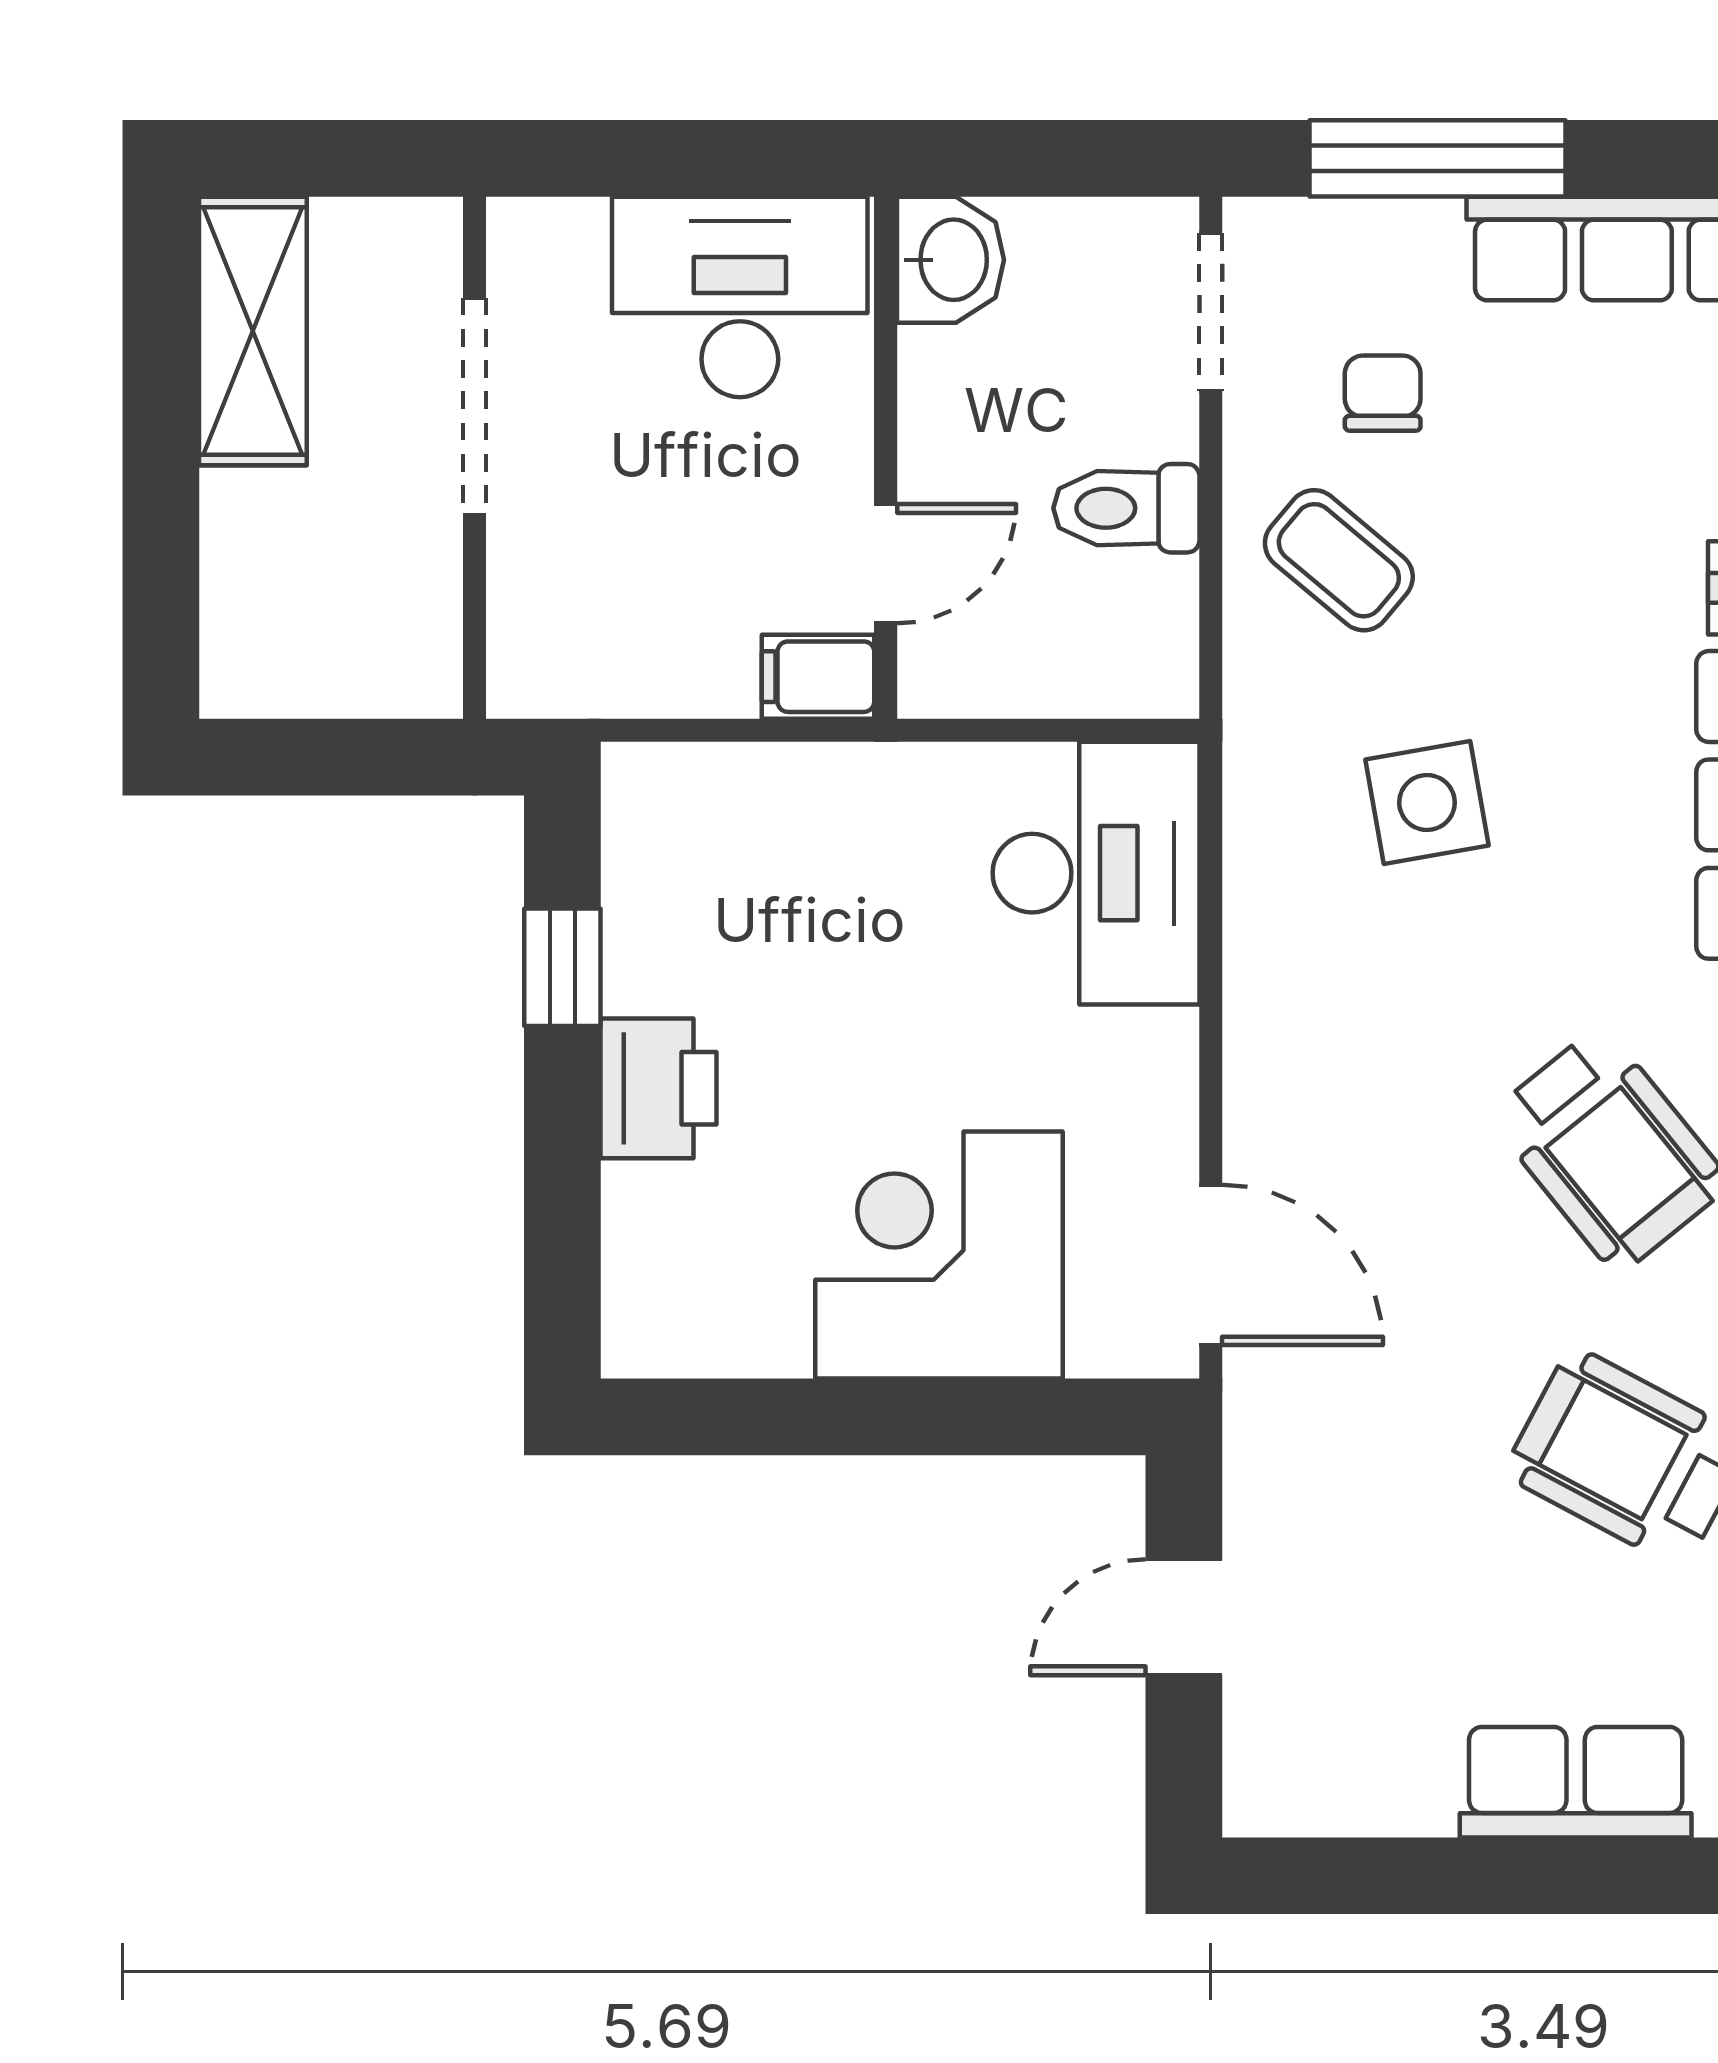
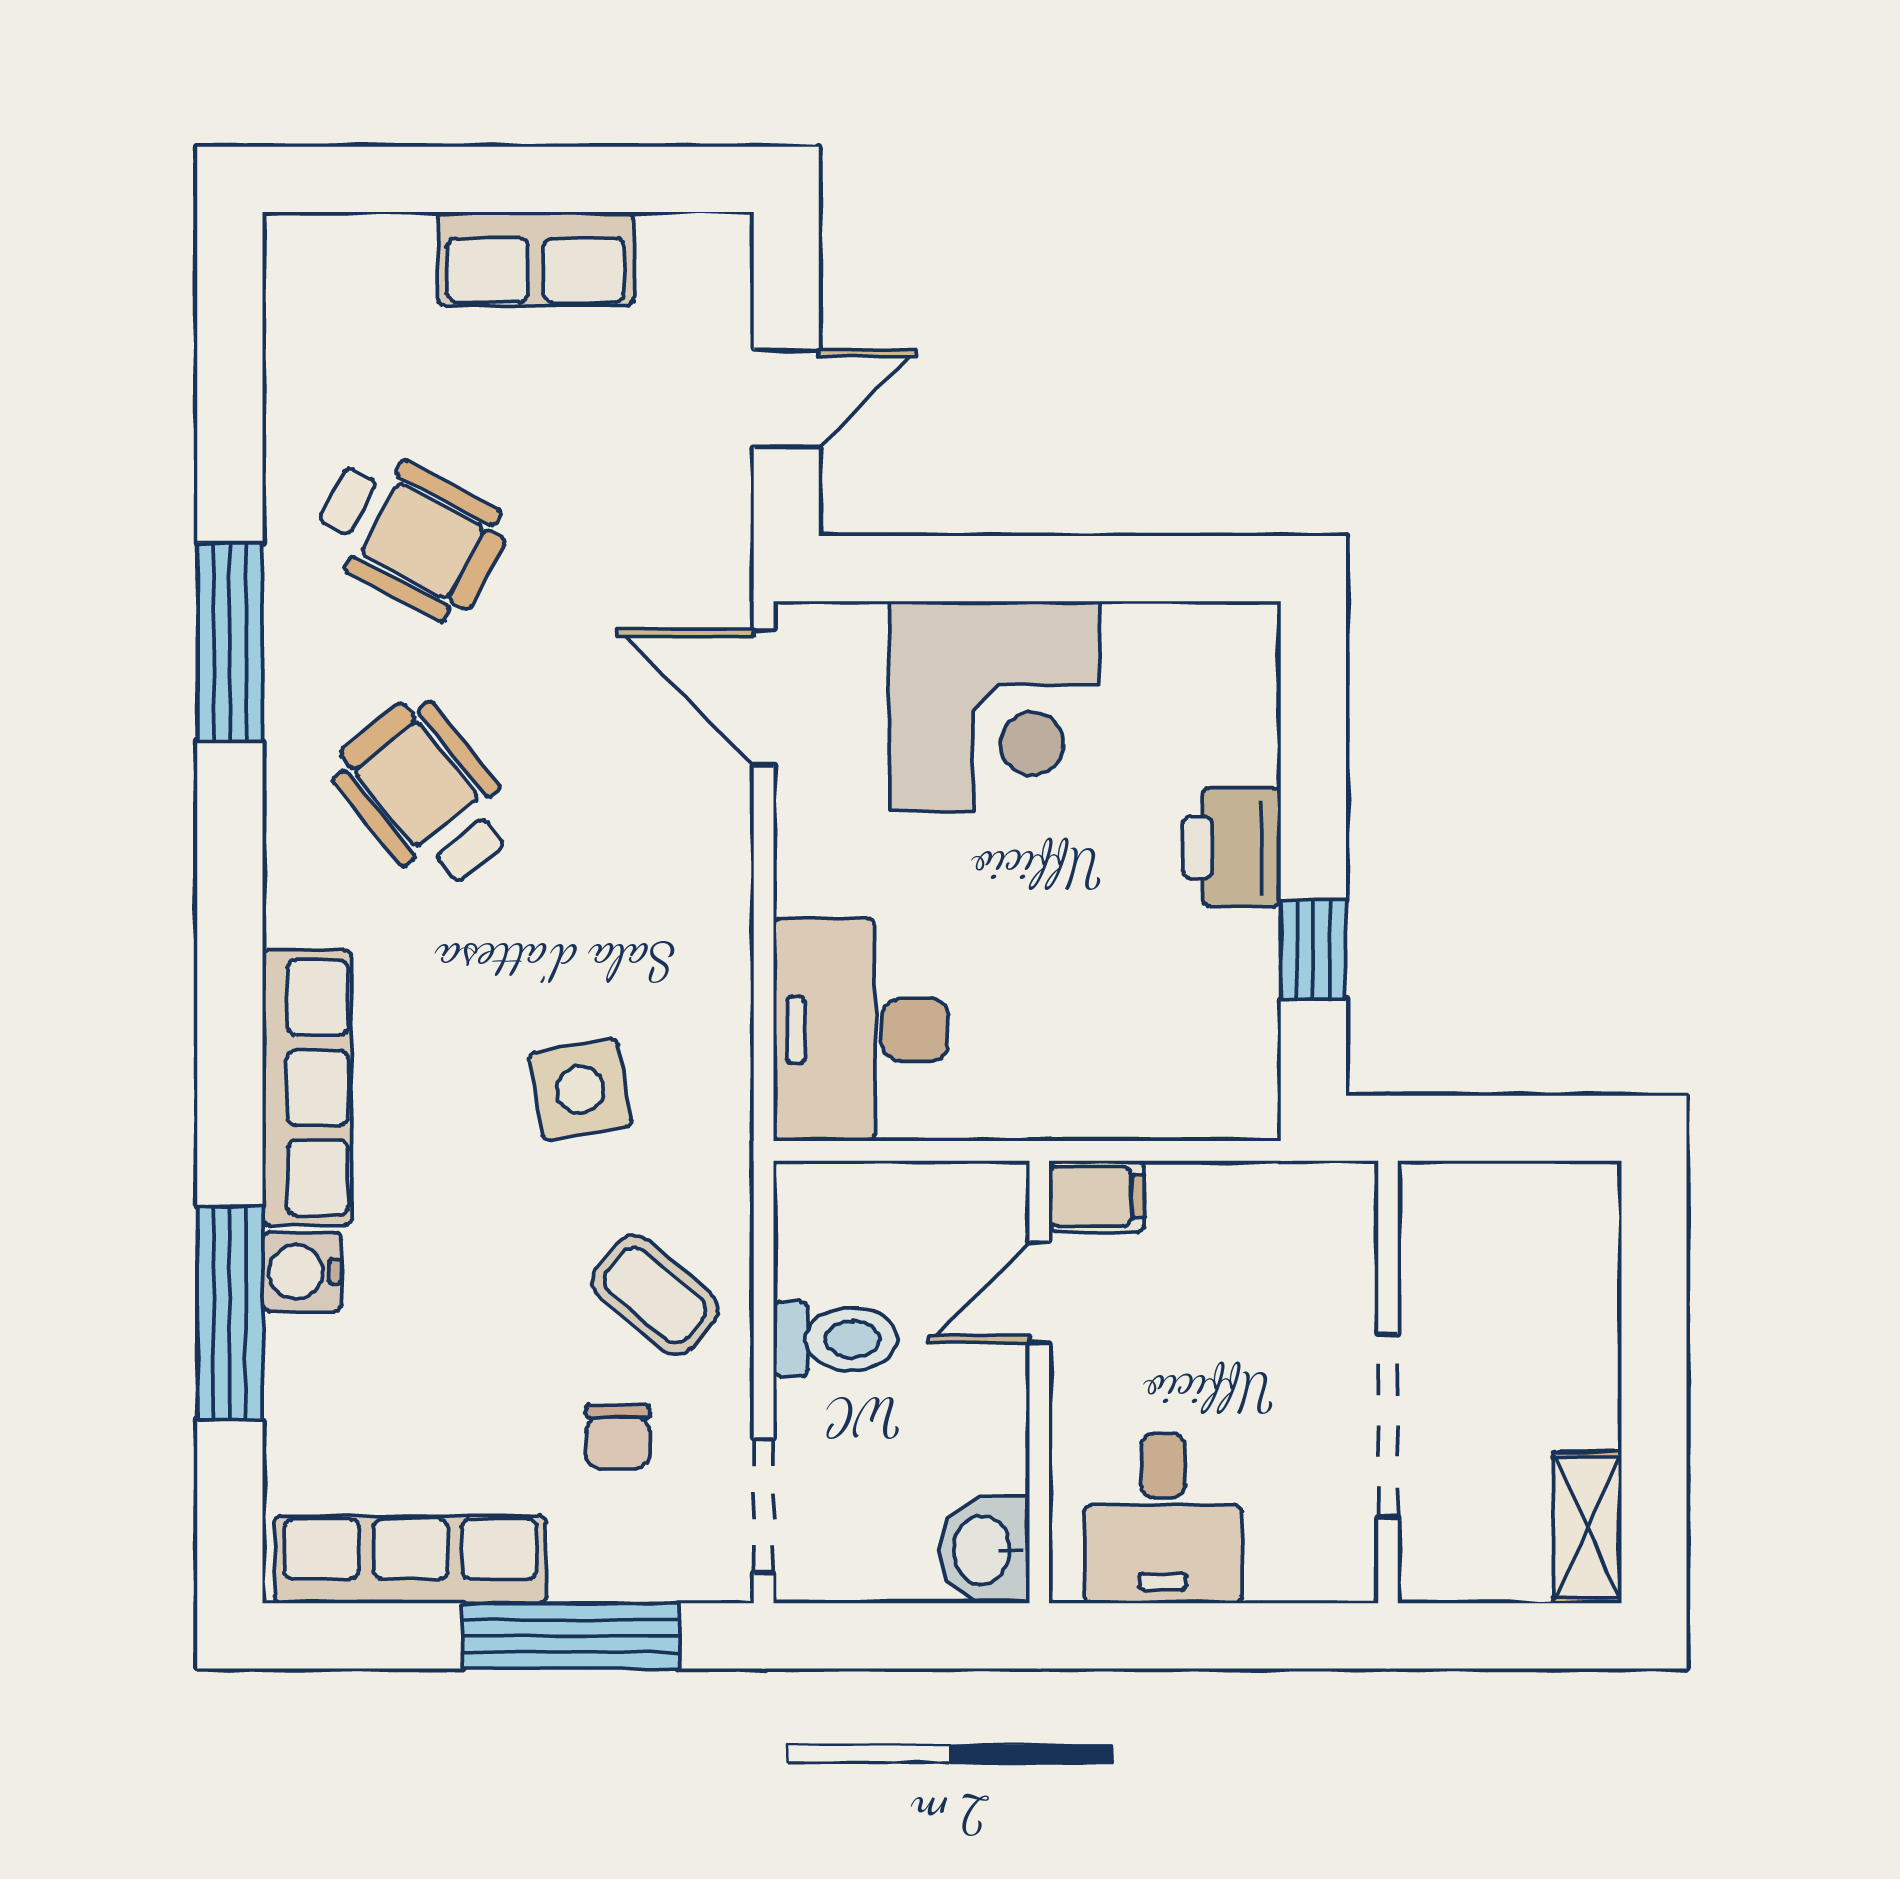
desk: (740, 297) -> (1163, 1518), width x0.73
shelving: (253, 331) -> (1587, 1528), width x0.67, depth x0.75
row of seats: (1576, 1782) -> (536, 259), moved

